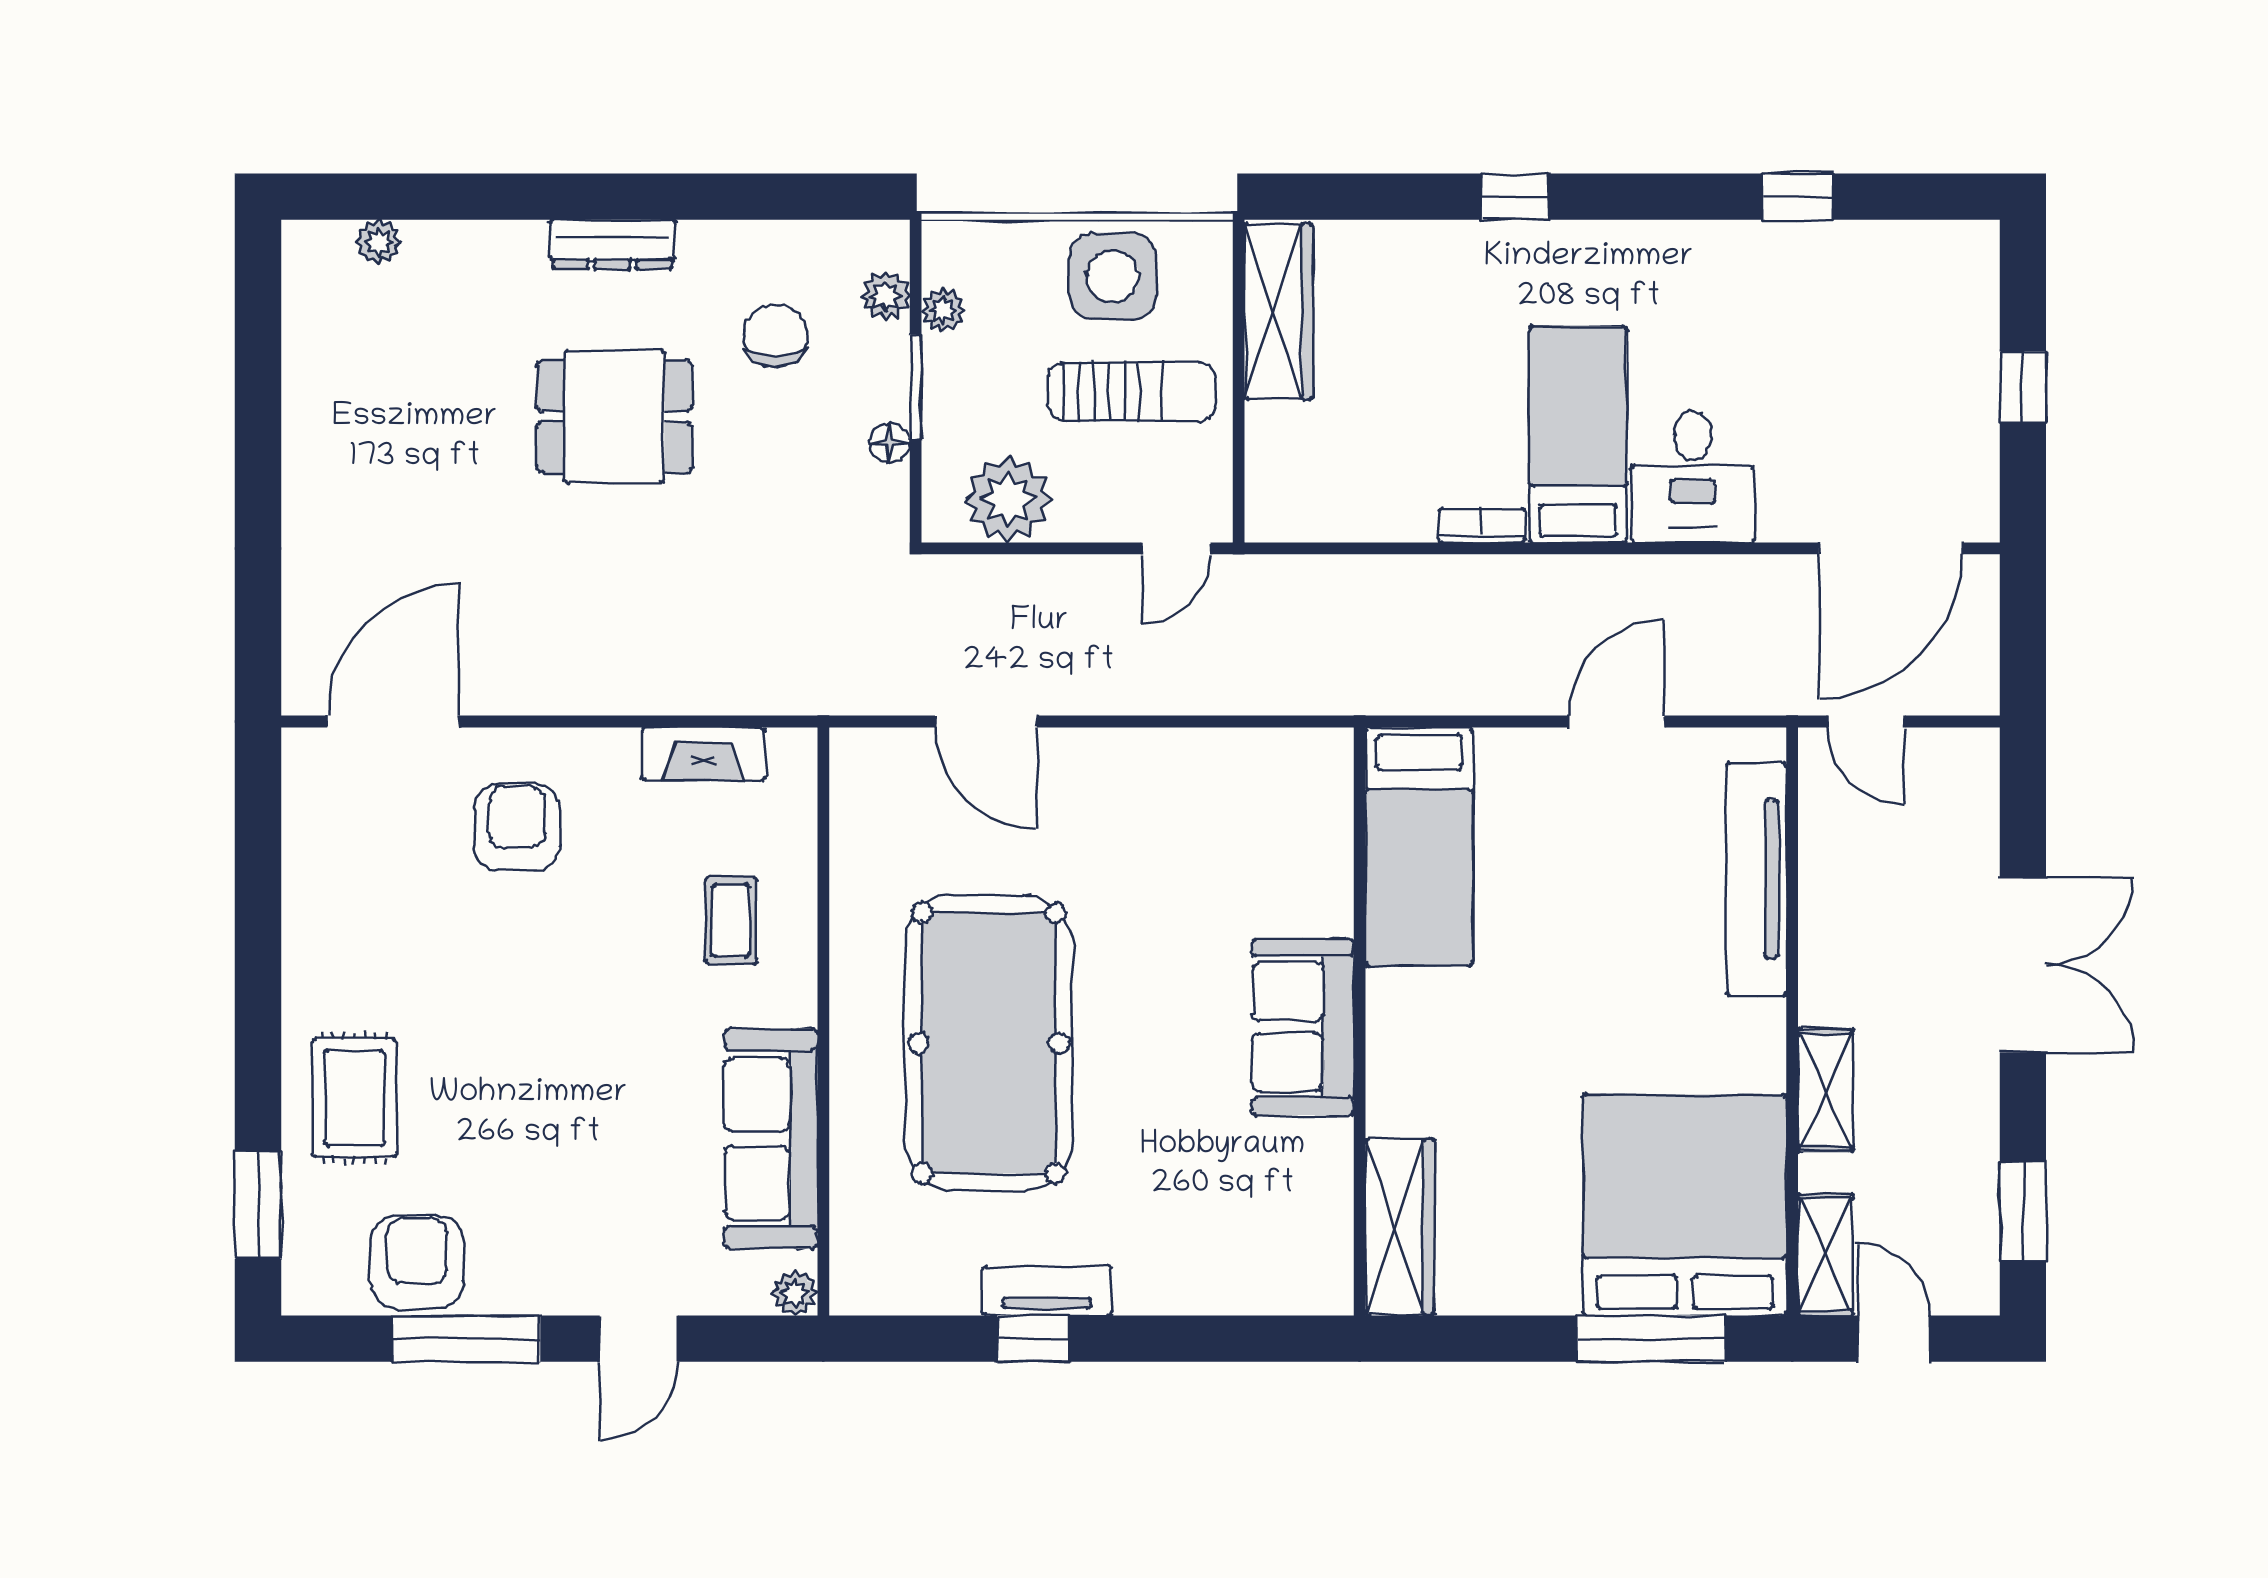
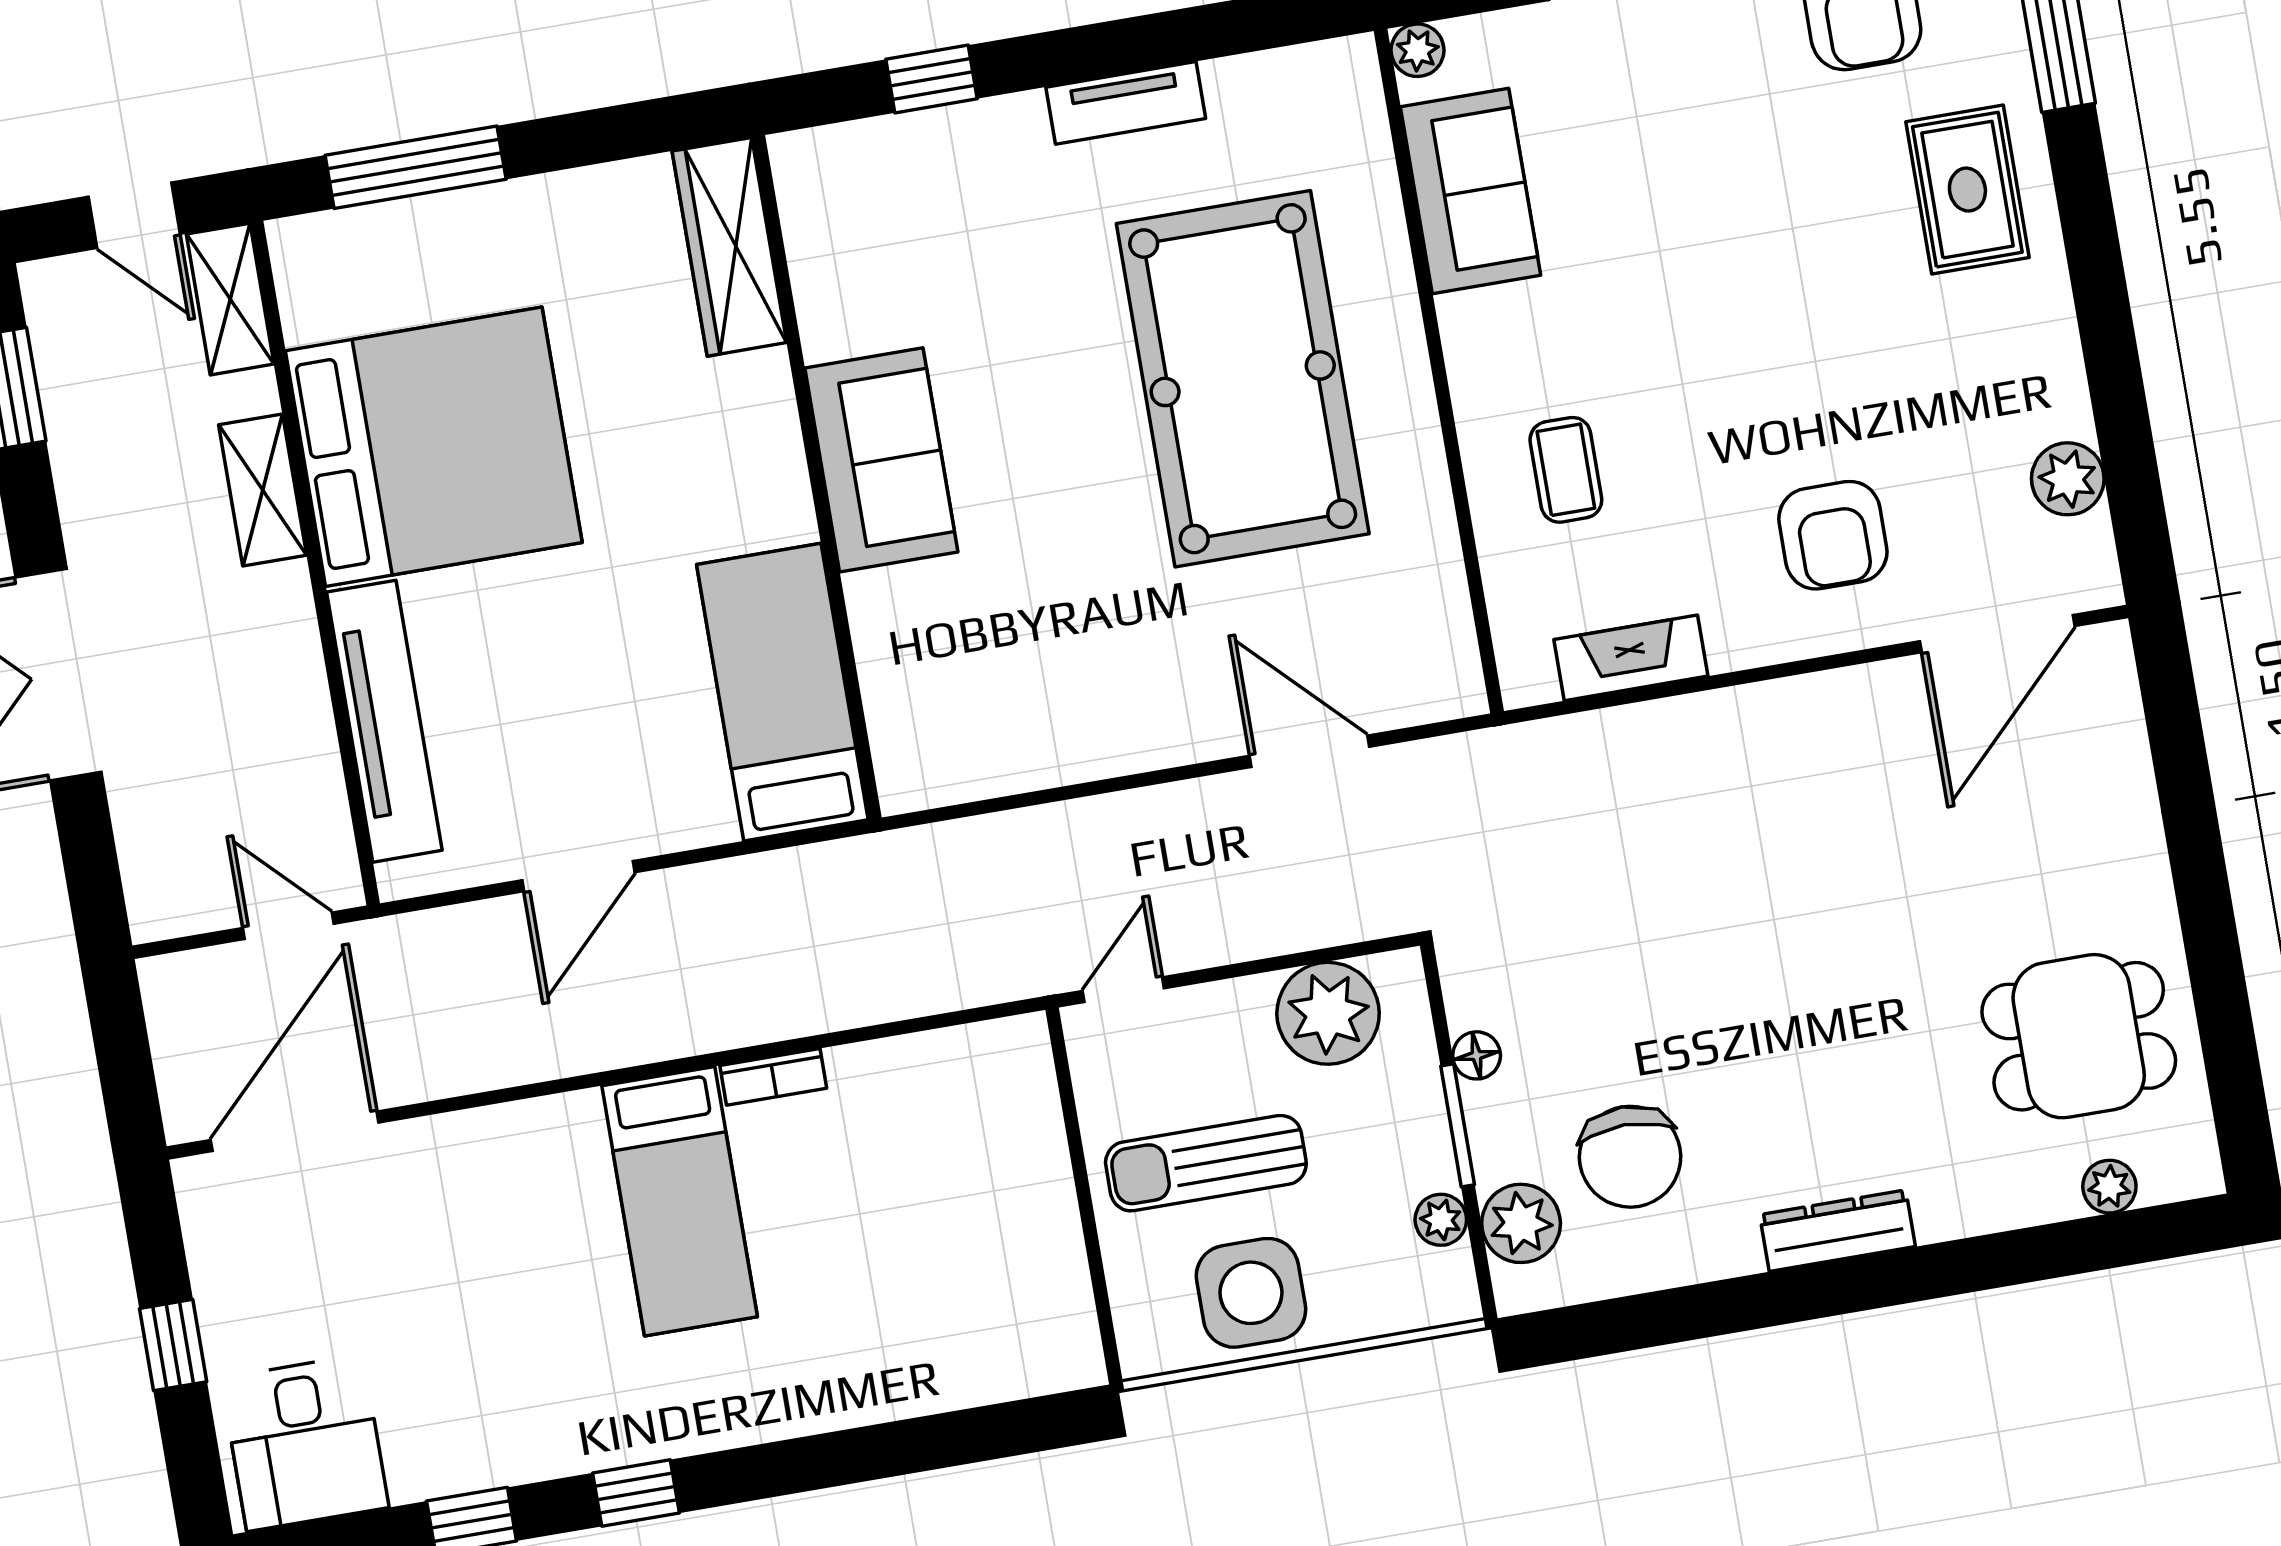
window: (1515, 197) -> (636, 1493), moved
plant: (886, 296) -> (1521, 1223), width x1.38, depth x1.38
wardrobe: (1278, 311) -> (1052, 1285), removed
chair: (776, 336) -> (1630, 1157), width x1.37, depth x1.37
dining table: (614, 417) -> (2079, 1036), moved
desk: (1693, 476) -> (305, 1443), moved, turned 180
plant: (312, 841) -> (2068, 479), added
sofa: (771, 1139) -> (1471, 191), width x0.73
bed: (1685, 1205) -> (434, 447), moved, turned -90
window: (1033, 1339) -> (932, 79), moved

